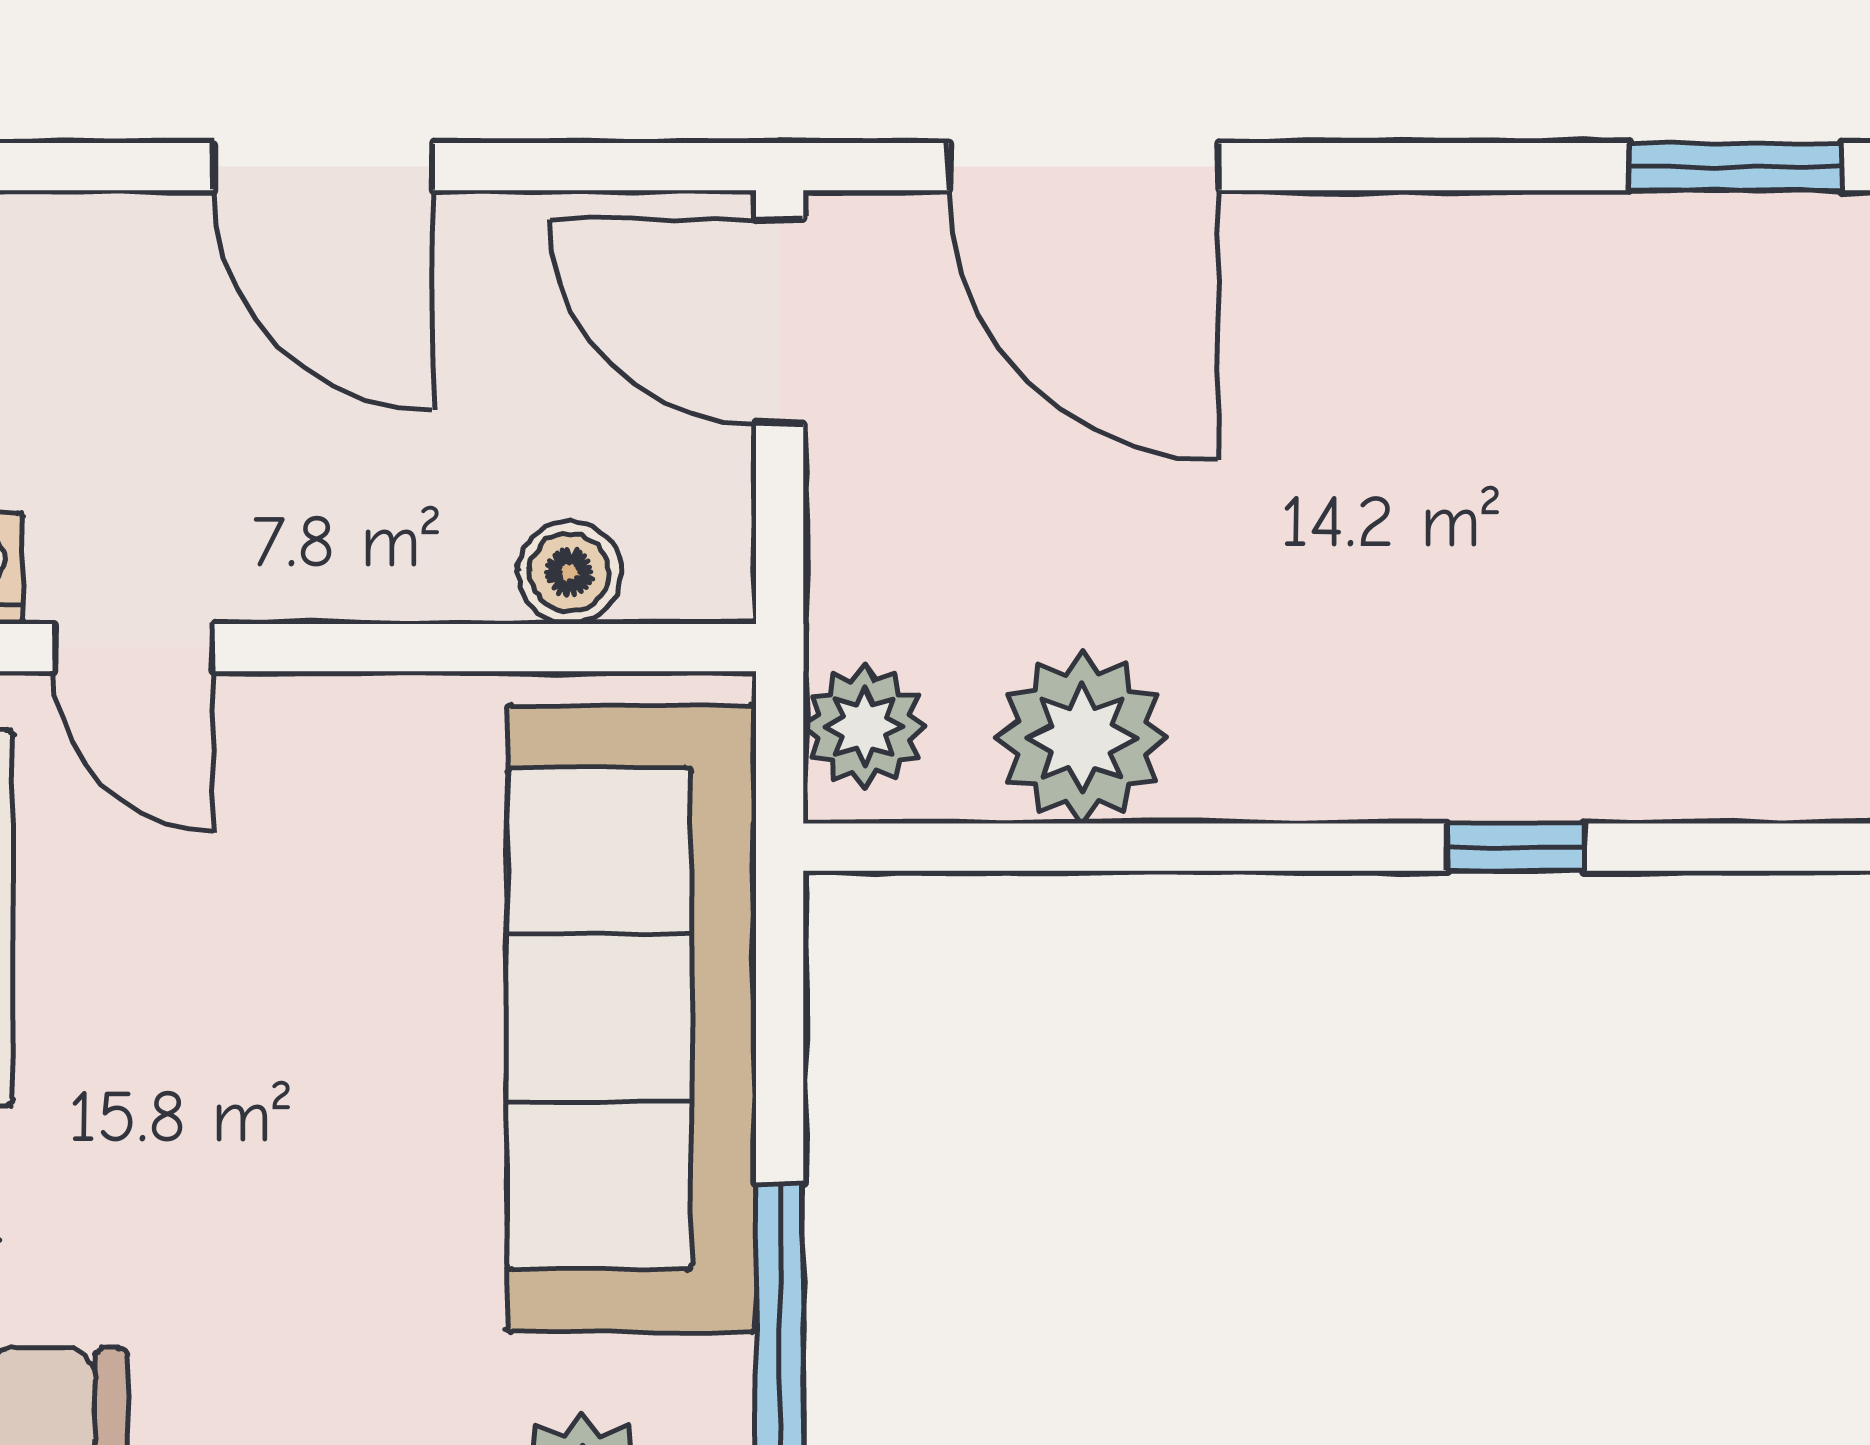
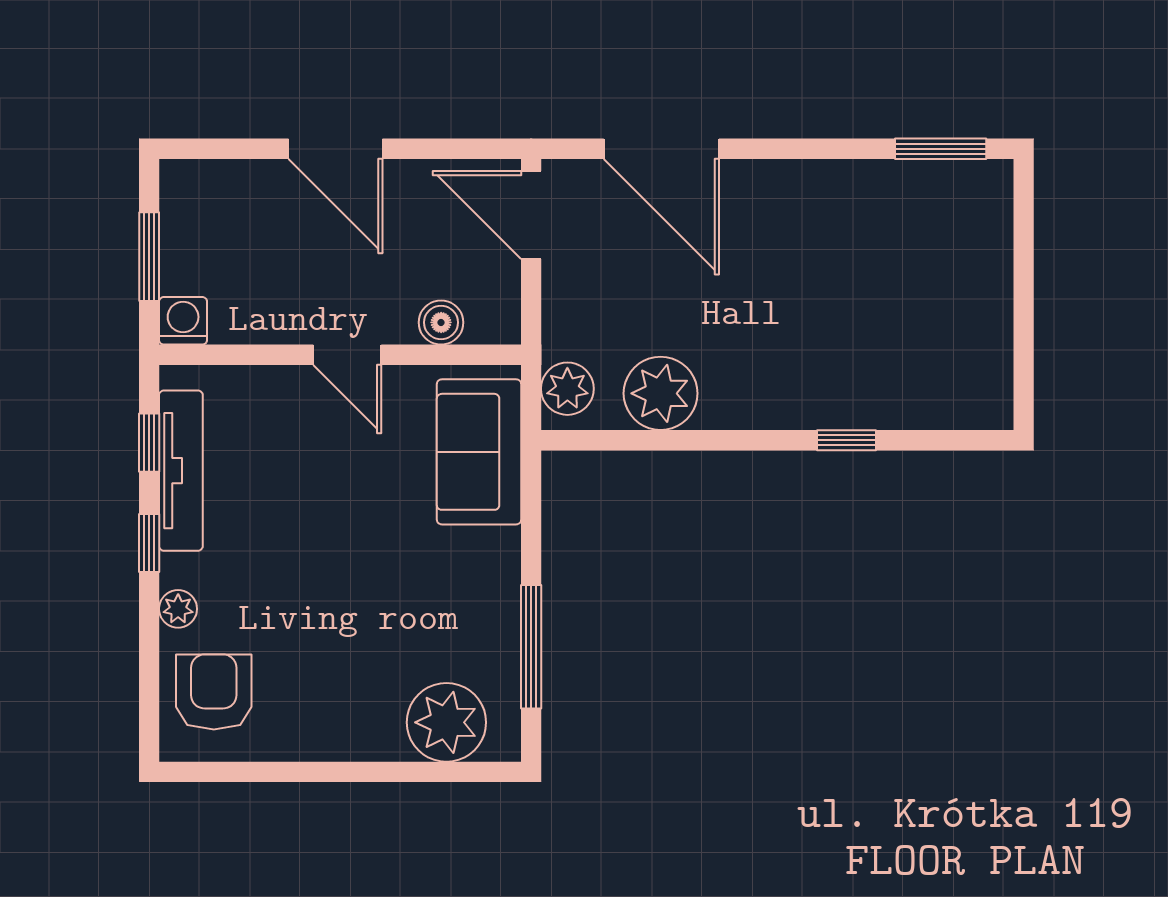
door: (133, 648) -> (347, 355), moved
sofa: (632, 1018) -> (479, 452), width x0.54, depth x0.79

